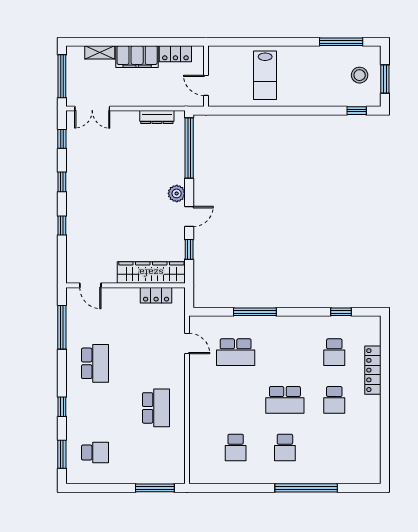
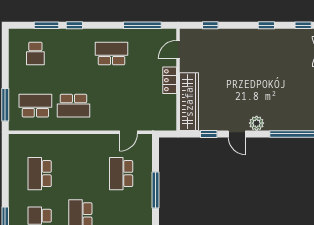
window: (62, 225) -> (210, 25), moved
locker: (156, 295) -> (170, 80), moved
school desk: (95, 363) -> (112, 54), turned 180
school desk: (236, 448) -> (40, 174), width x1.85
school desk: (156, 453) -> (35, 106), added
window: (62, 454) -> (46, 25), moved

